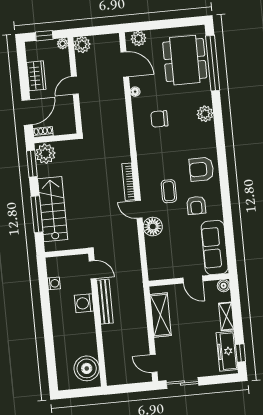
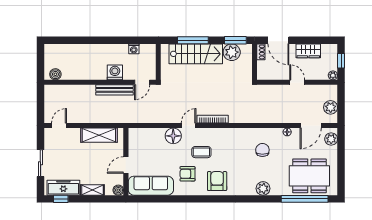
plant: (82, 45) -> (331, 107), moved
plant: (45, 154) -> (232, 52), moved
boiler: (87, 368) -> (55, 74), width x0.54, depth x0.54
sliding door: (182, 383) -> (40, 163), moved

